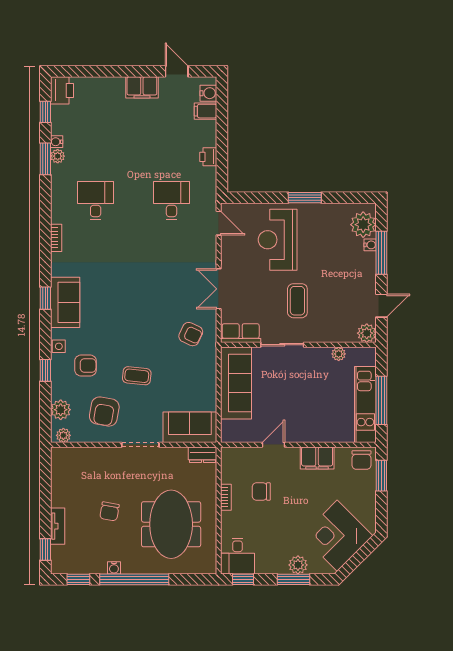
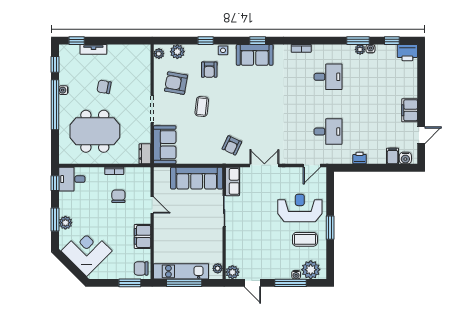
coffee table: (297, 301) -> (305, 239), moved
plant: (339, 354) -> (218, 268), moved

